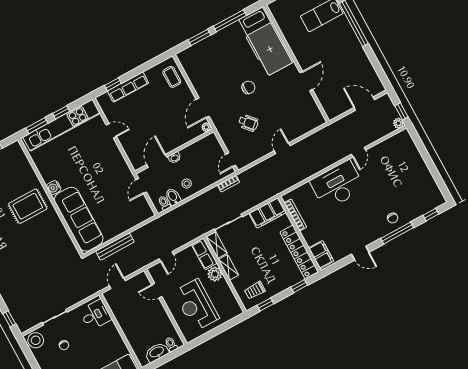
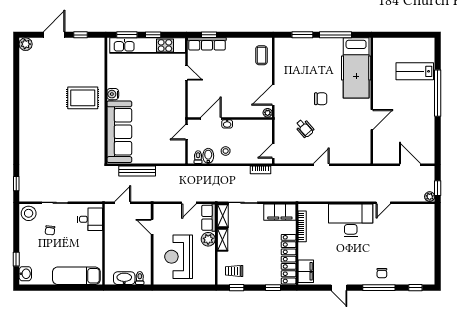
row of seats: (128, 87) -> (207, 44), moved
door: (166, 257) -> (189, 203), moved

